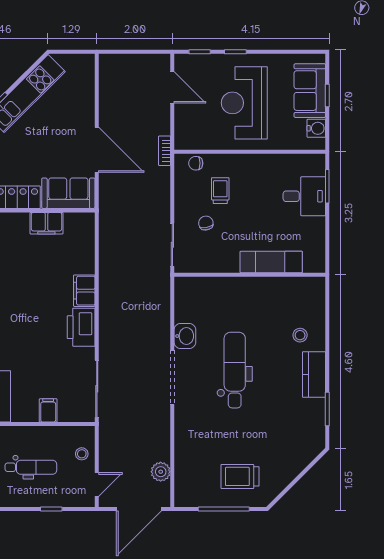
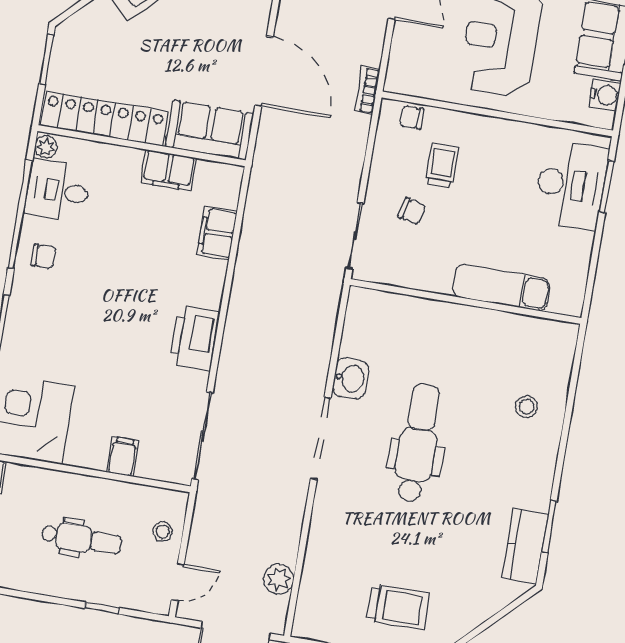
desk: (304, 196) -> (571, 185), width x1.37
chair: (206, 223) -> (412, 211), turned 115
filing cabinet: (84, 291) -> (217, 233), moved
kitchen counter: (314, 374) -> (525, 546), moved
trolley: (240, 476) -> (398, 607), turned 180

